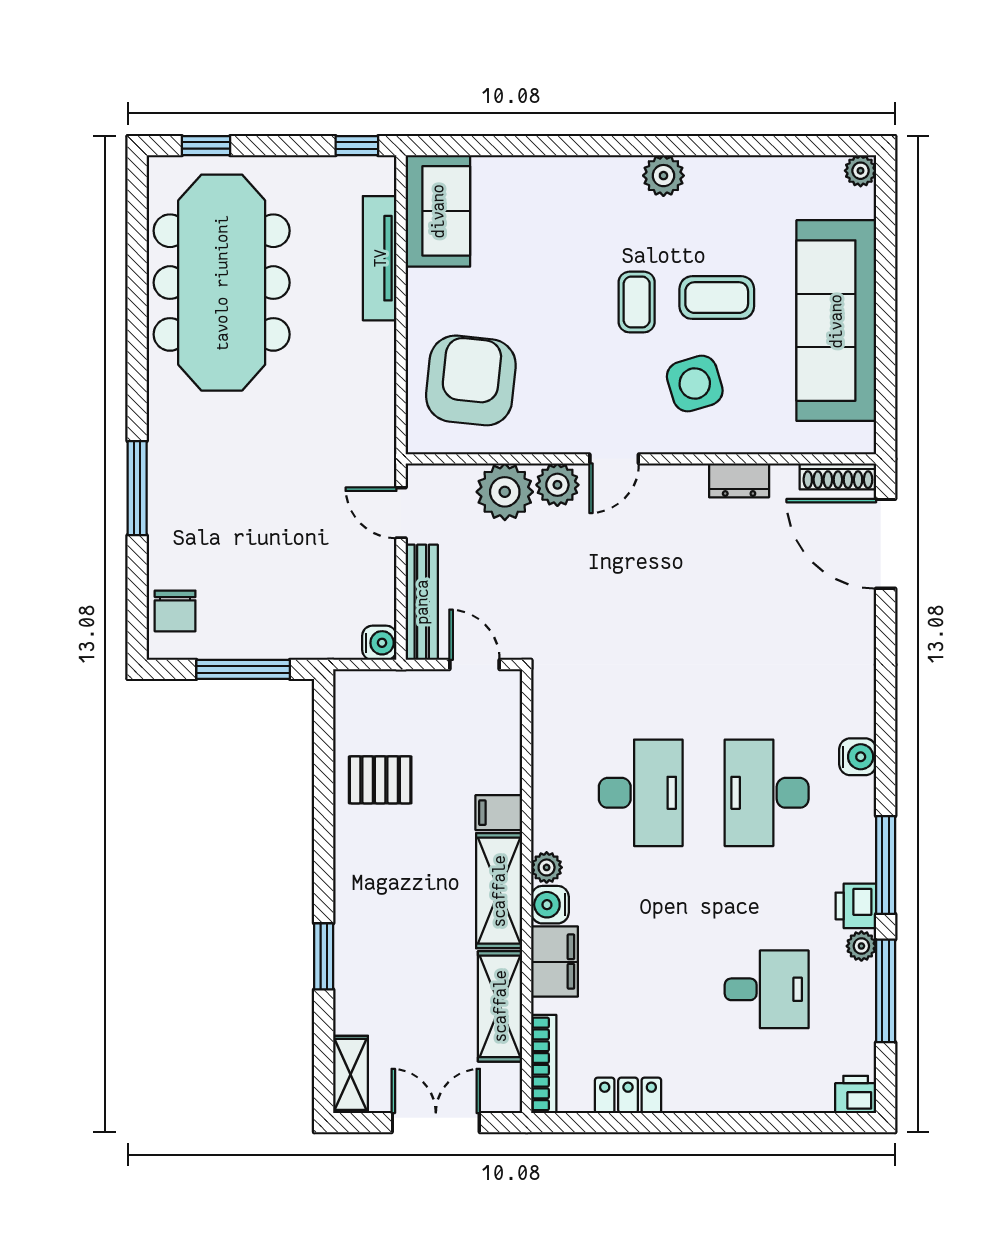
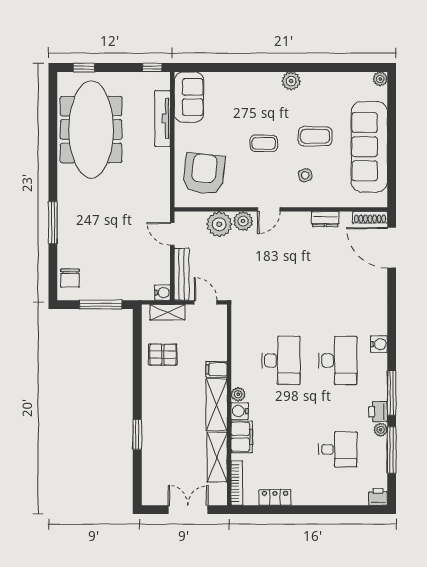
coffee table: (637, 302) -> (264, 143), moved, turned 90
side table: (695, 384) -> (305, 175), width x0.54, depth x0.54
desk: (767, 793) -> (338, 360), turned 180
shelving: (351, 1074) -> (167, 312), moved, turned 90

